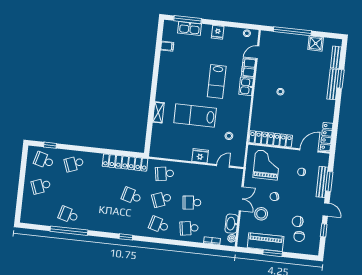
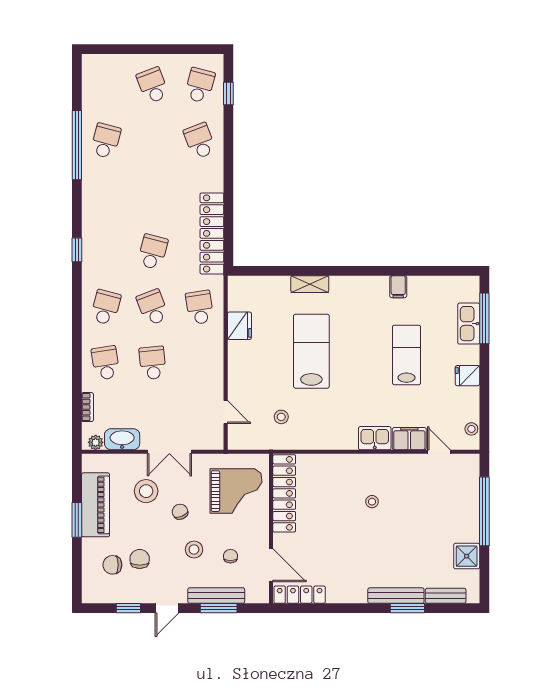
filing cabinet: (167, 46) -> (398, 287), moved
lab bench: (217, 81) -> (407, 355), moved, turned 90
fridge: (200, 156) -> (239, 326), moved
stool: (296, 191) -> (194, 550), added

